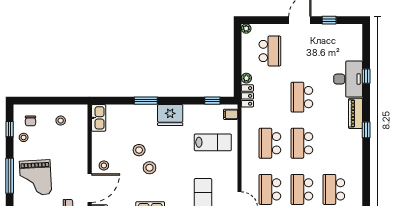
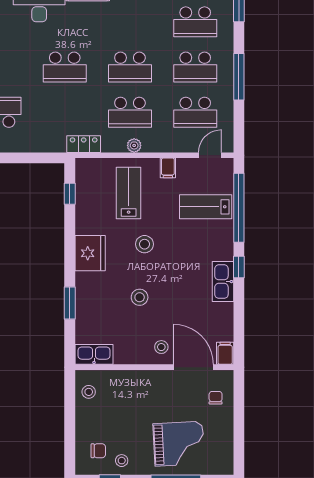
plant: (246, 78) -> (134, 145), moved
locker: (247, 96) -> (84, 144), moved
window: (146, 101) -> (70, 303), moved
filing cabinet: (231, 114) -> (168, 168), moved
stool: (61, 121) -> (89, 392), moved
stool: (149, 168) -> (145, 244), moved

